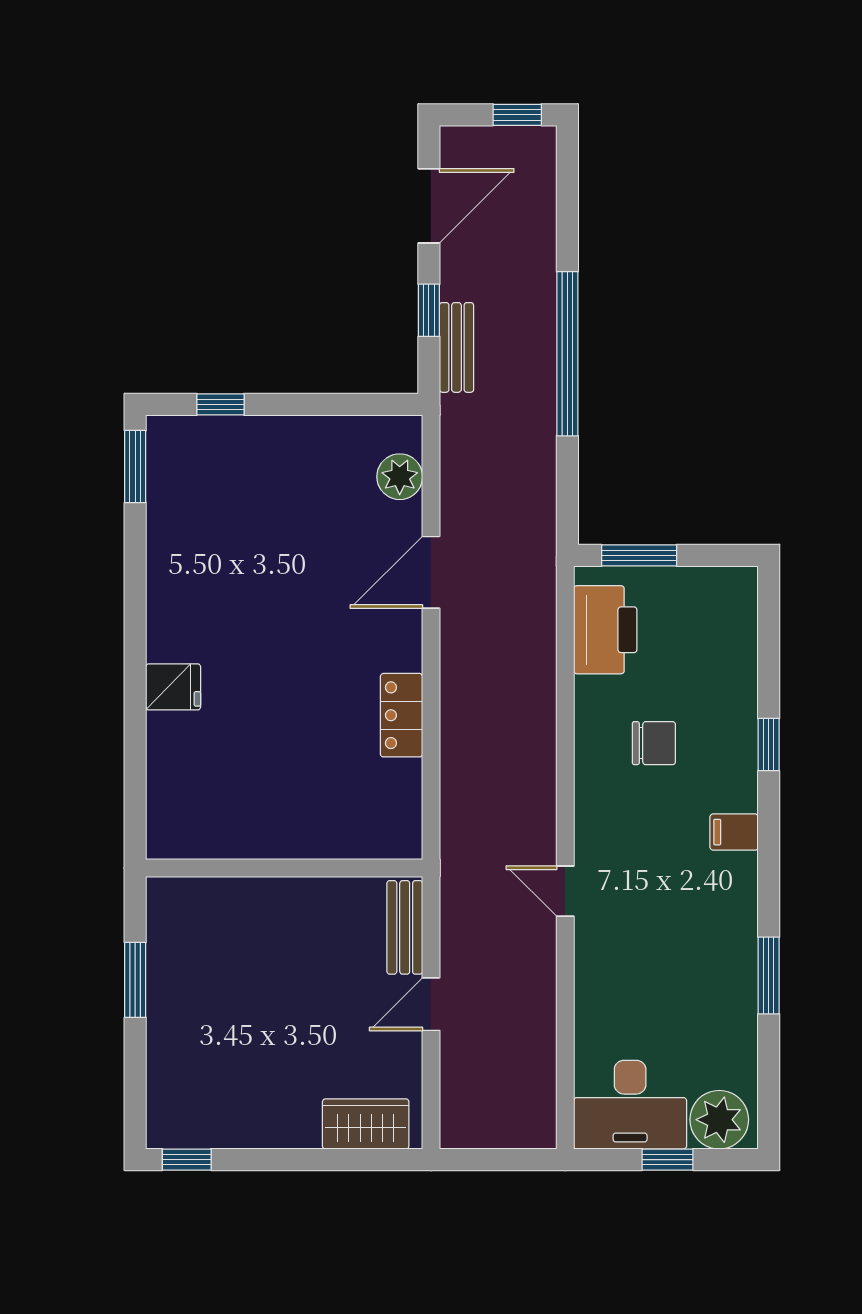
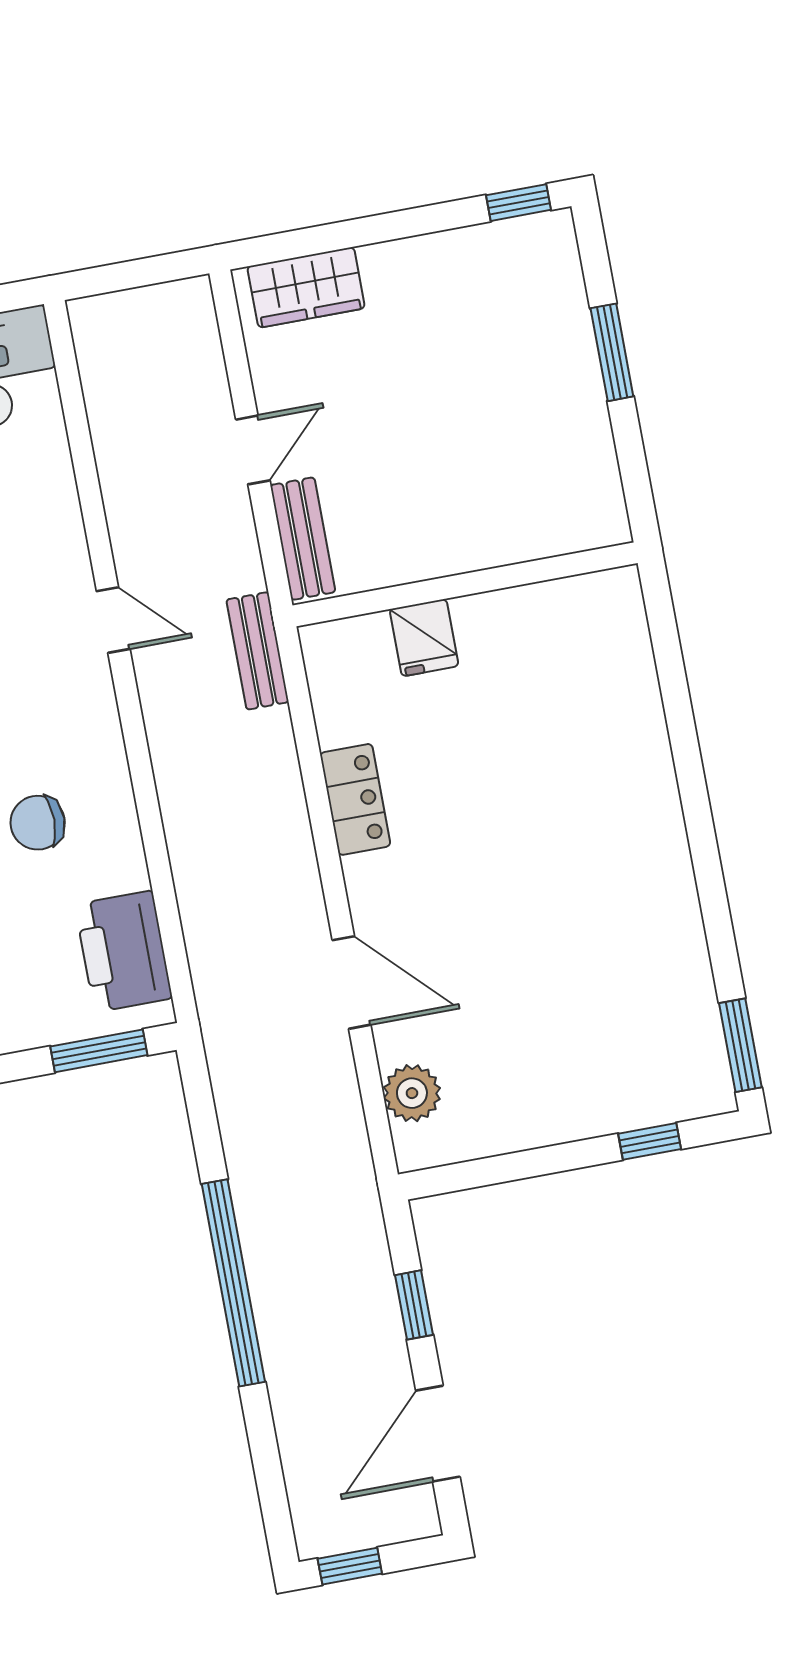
bench: (456, 347) -> (258, 651), moved
door: (431, 572) -> (352, 982), hinge flipped
fridge: (173, 687) -> (424, 638), moved, turned -90
window: (135, 980) -> (612, 352), moved

